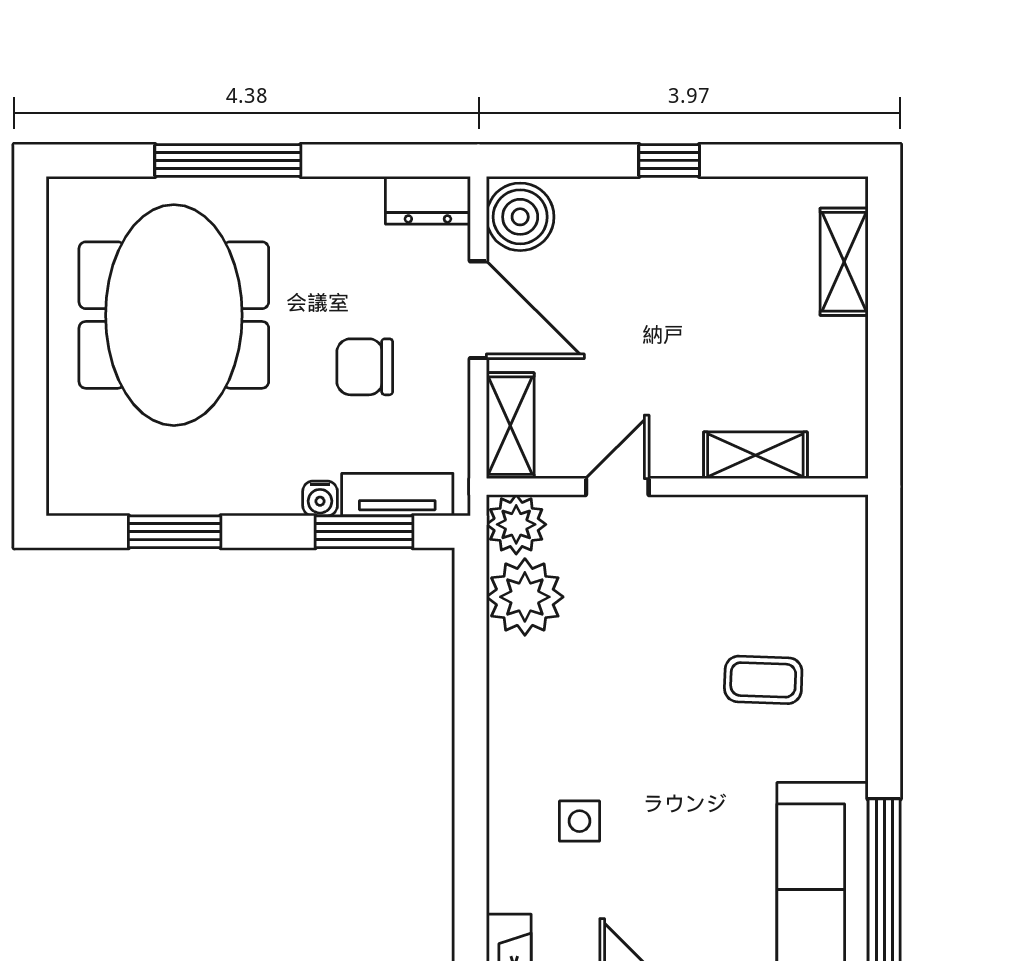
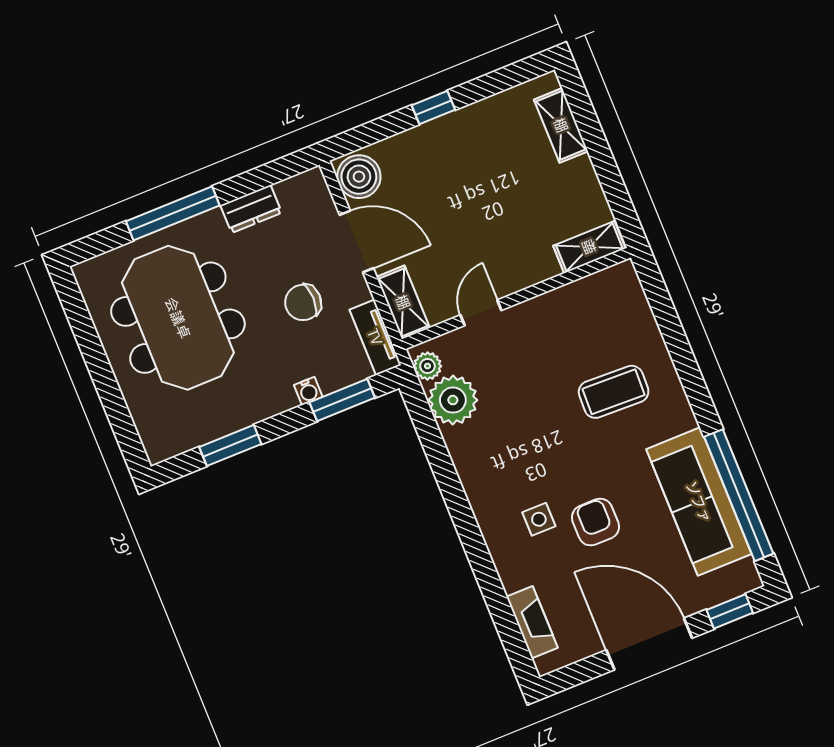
dresser: (428, 200) -> (251, 209), moved
shelving: (755, 455) -> (589, 247), moved
tv unit: (397, 495) -> (375, 337), moved, turned -90
plant: (516, 524) -> (427, 366), width x0.73, depth x0.73
coffee table: (763, 680) -> (614, 392), width x1.36, depth x1.30
armchair: (660, 858) -> (595, 522), added

